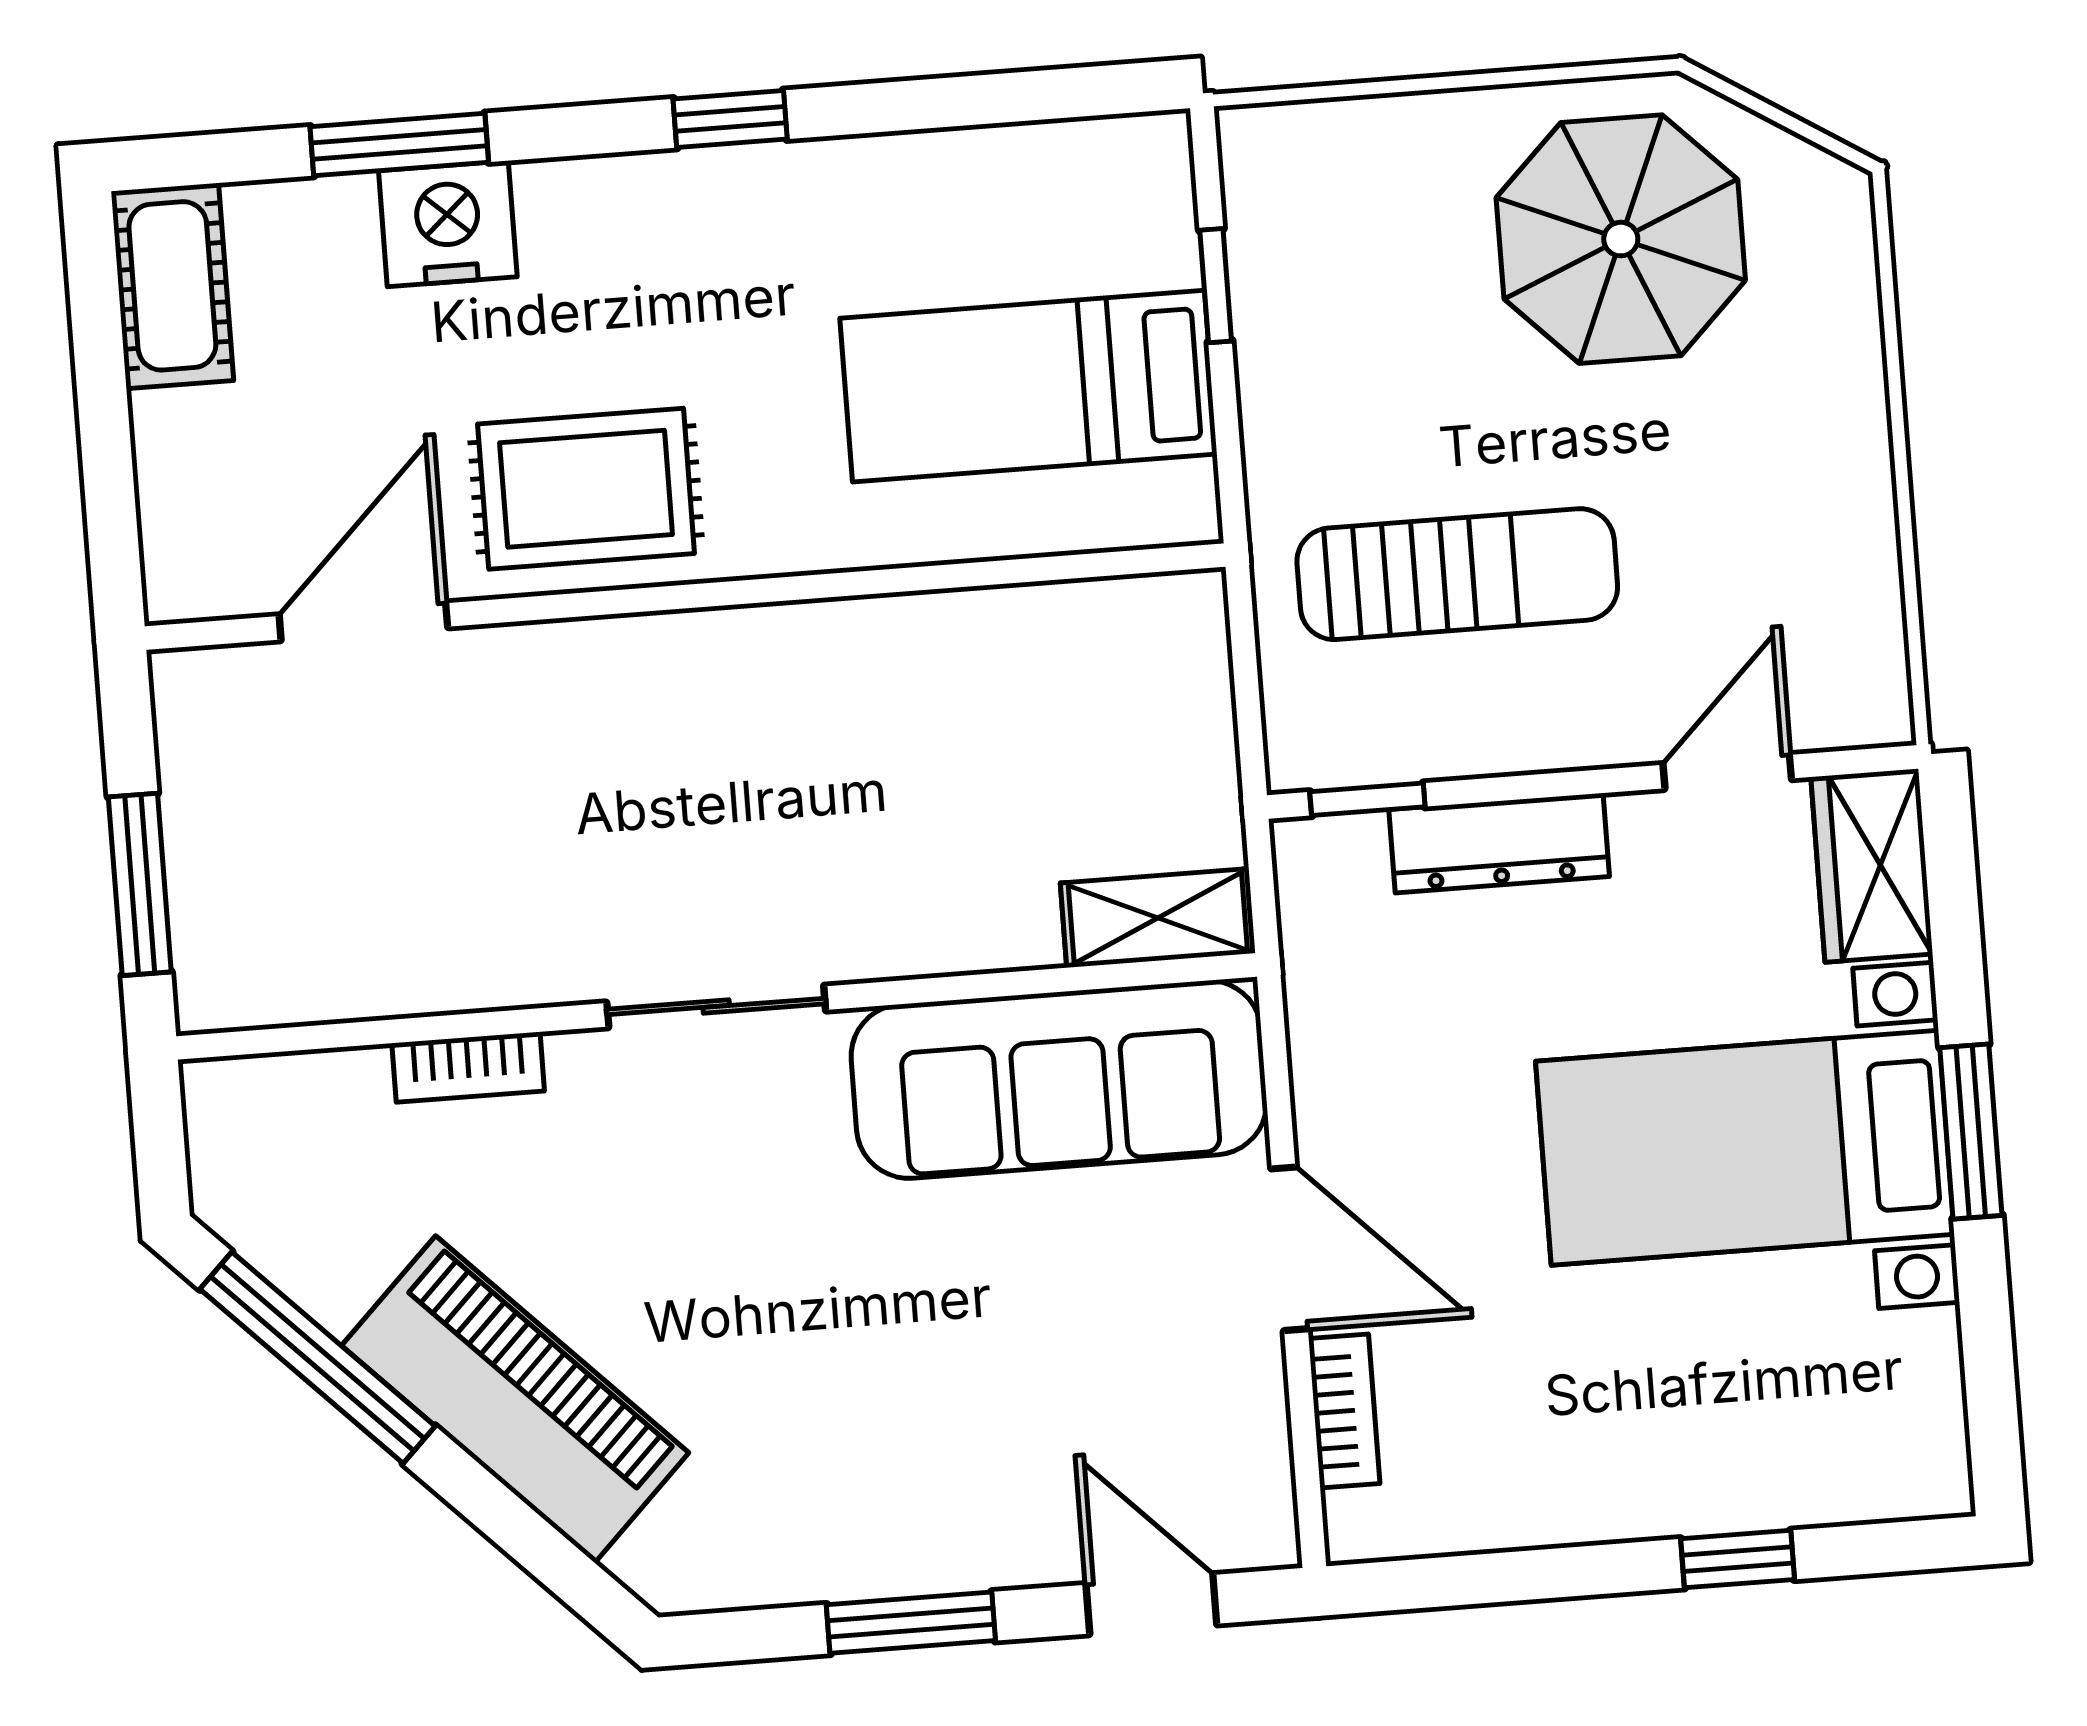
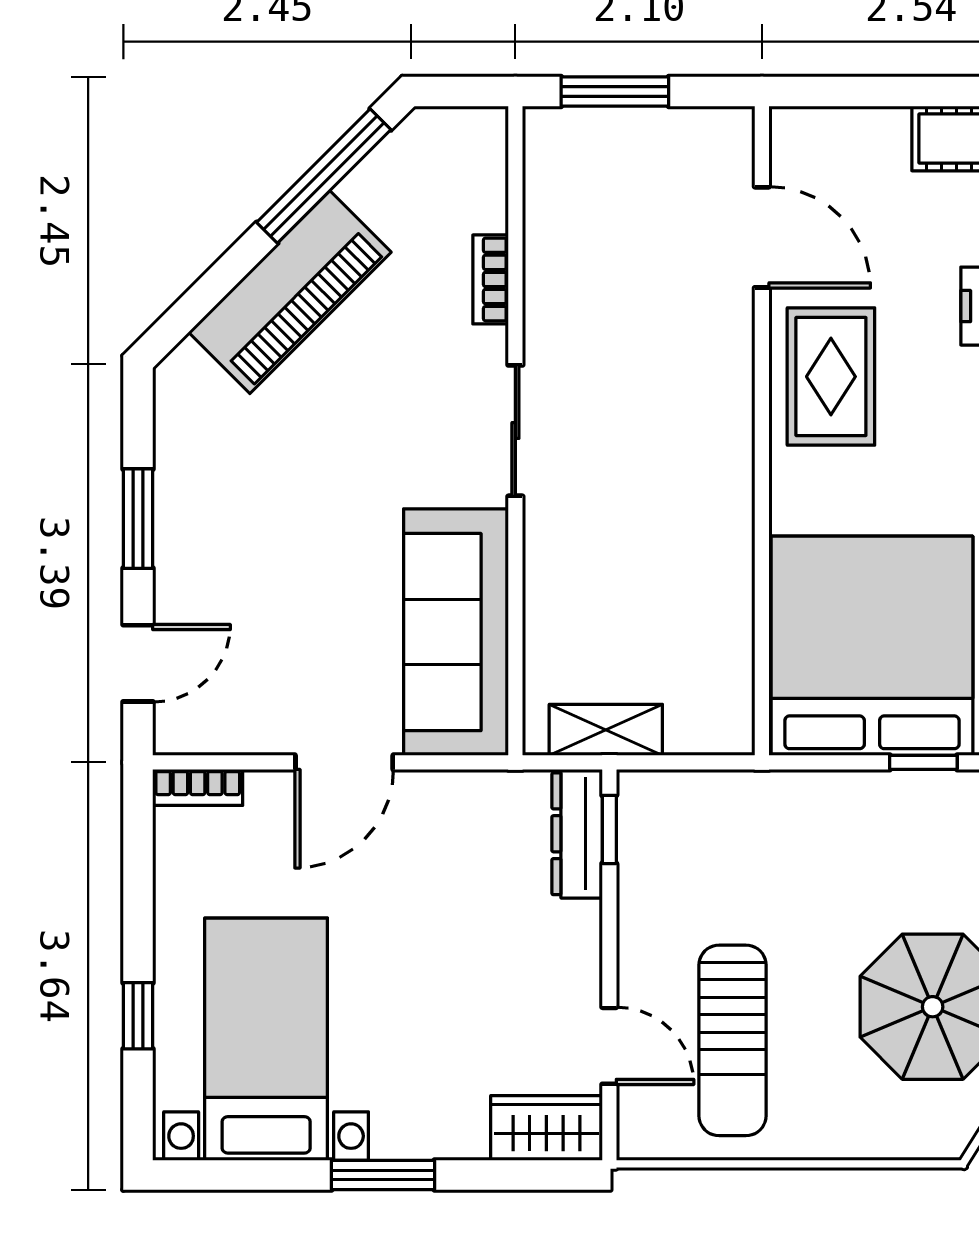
bed: (1028, 386) -> (872, 646), width x2.04
sun lounger: (1457, 574) -> (733, 1040), moved
dresser: (1499, 843) -> (577, 834), moved
shelving: (1158, 918) -> (606, 730), moved, turned 90
bed with nightstands: (1745, 1148) -> (266, 1039), moved
bookcase: (1344, 1411) -> (198, 787), moved

